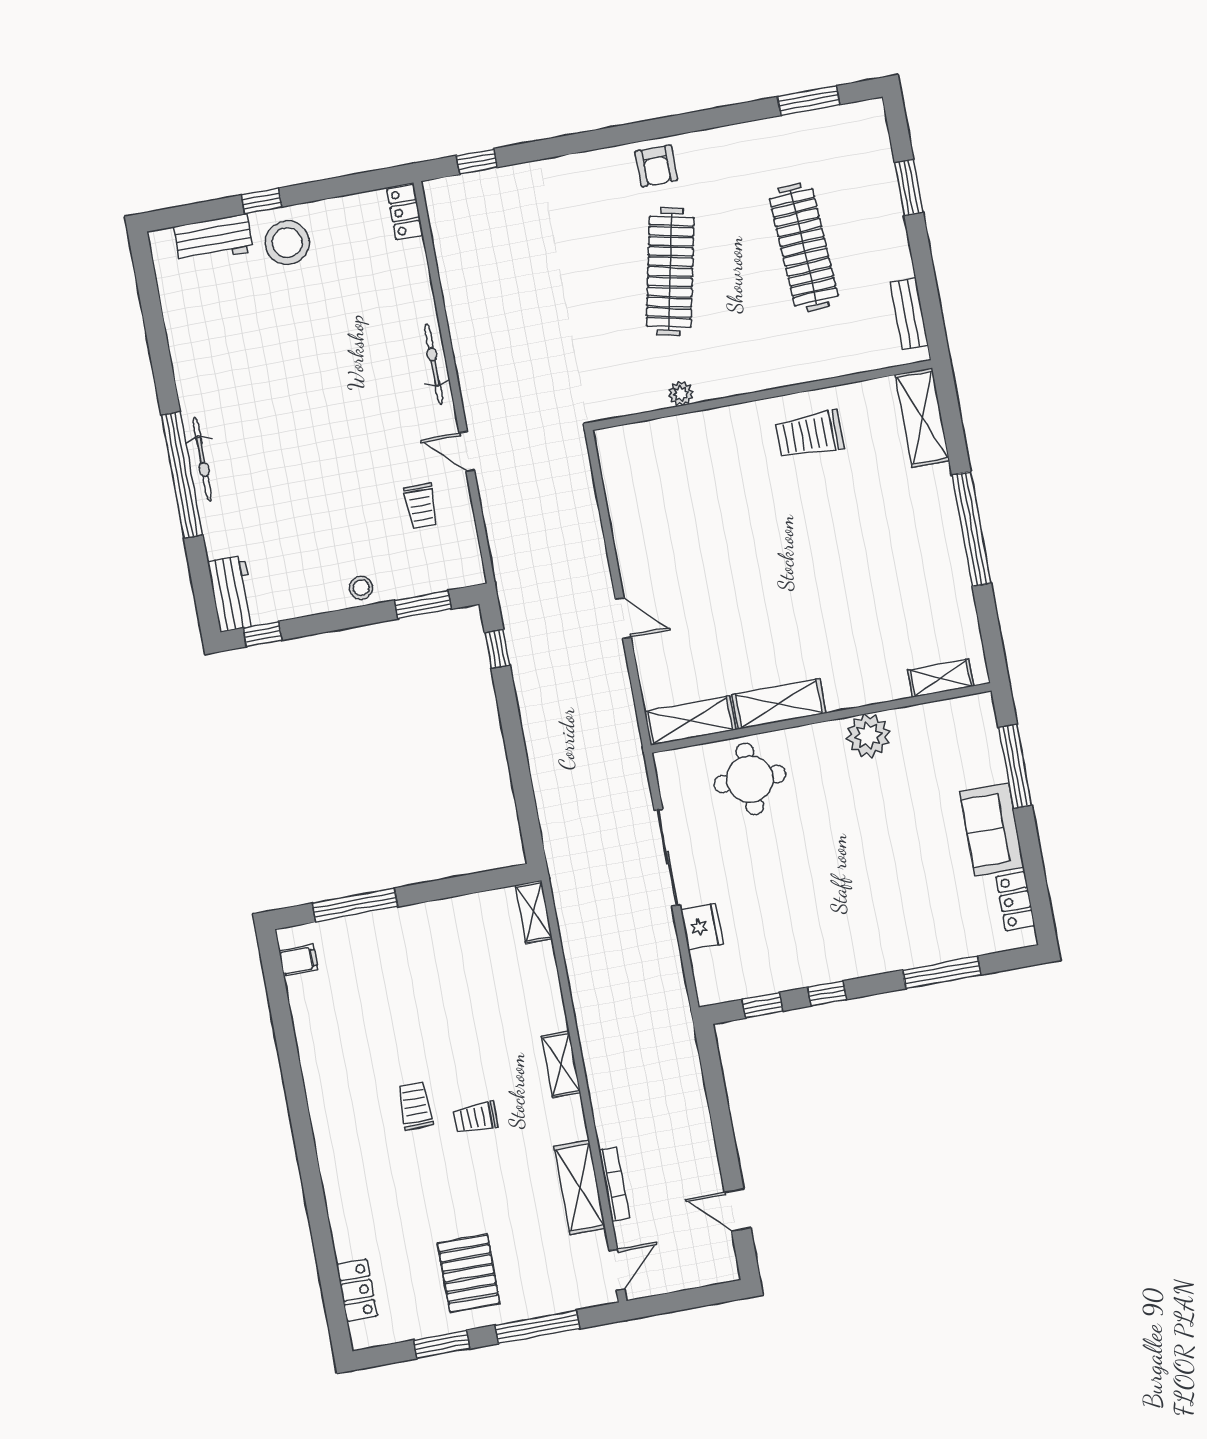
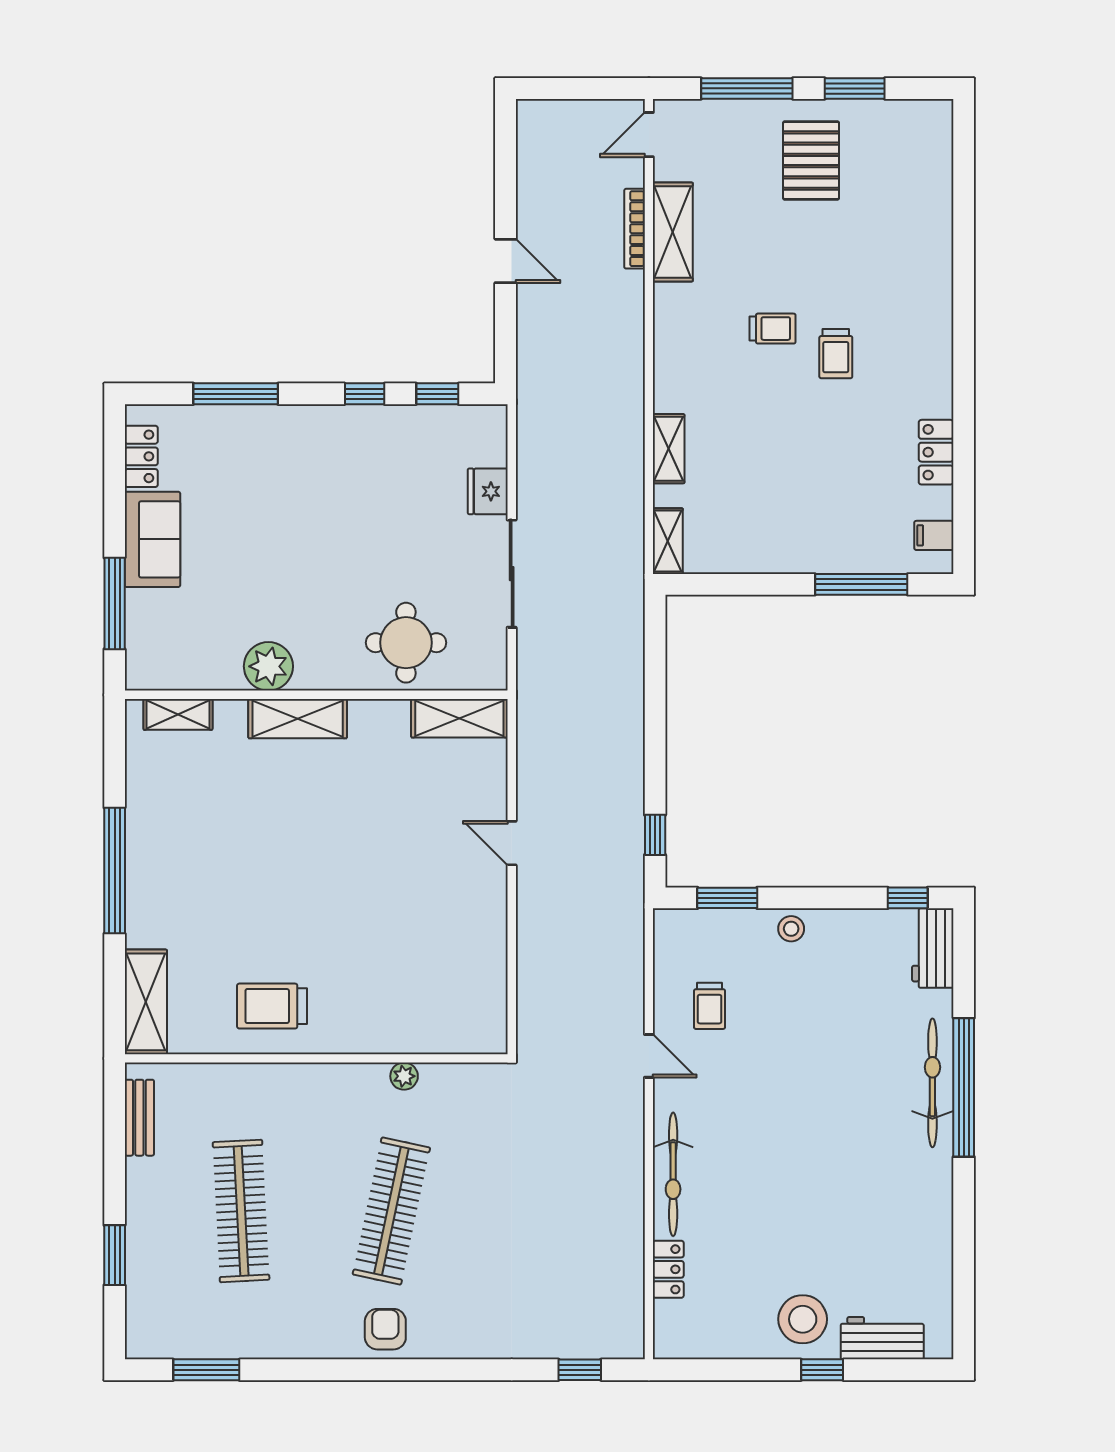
locker: (405, 212) -> (668, 1269), moved
bicycle: (434, 364) -> (673, 1174), width x1.37, depth x1.40
trolley: (810, 434) -> (272, 1006), turned 180
bicycle: (202, 459) -> (932, 1083), width x1.37, depth x1.40
trolley: (421, 506) -> (710, 1006), turned 180
shelving: (779, 704) -> (298, 719), moved
shelving: (561, 1064) -> (669, 449), moved
door: (738, 1210) -> (506, 261), moved
locker: (357, 1290) -> (936, 452), moved

